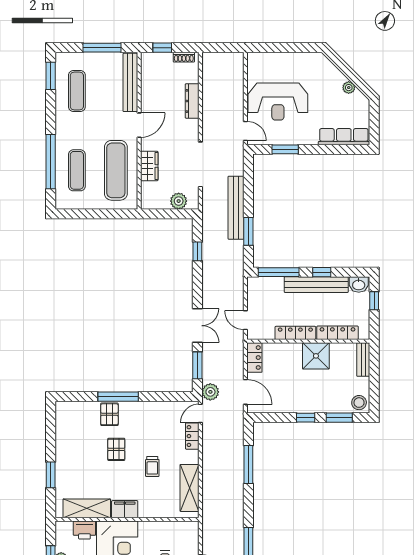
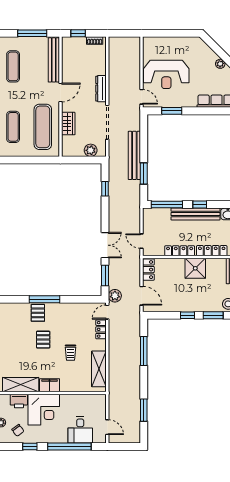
dresser: (192, 101) -> (101, 89), moved

